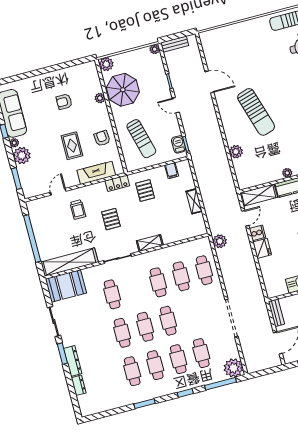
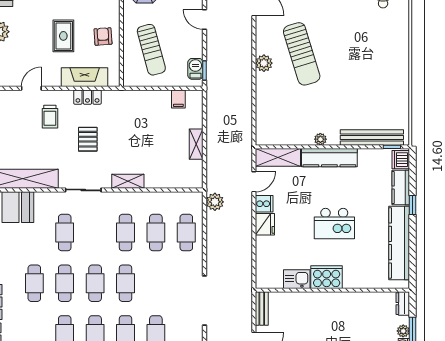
plant: (236, 152) -> (264, 63), moved
locker: (117, 183) -> (87, 97), moved
pallet: (145, 191) -> (139, 115), removed
cafe table: (99, 339) -> (34, 283), added

